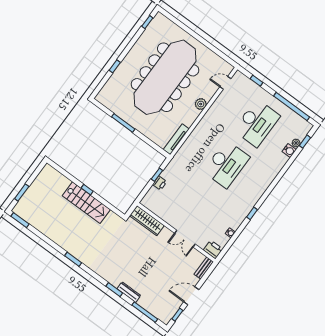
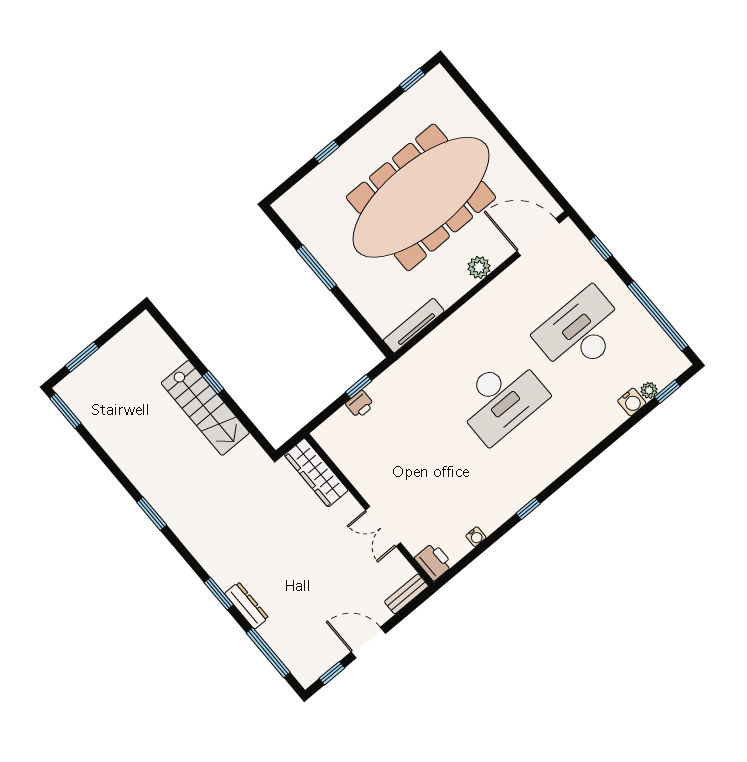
door: (225, 83) -> (538, 237), width x1.88
desk: (257, 123) -> (581, 332), turned 180

